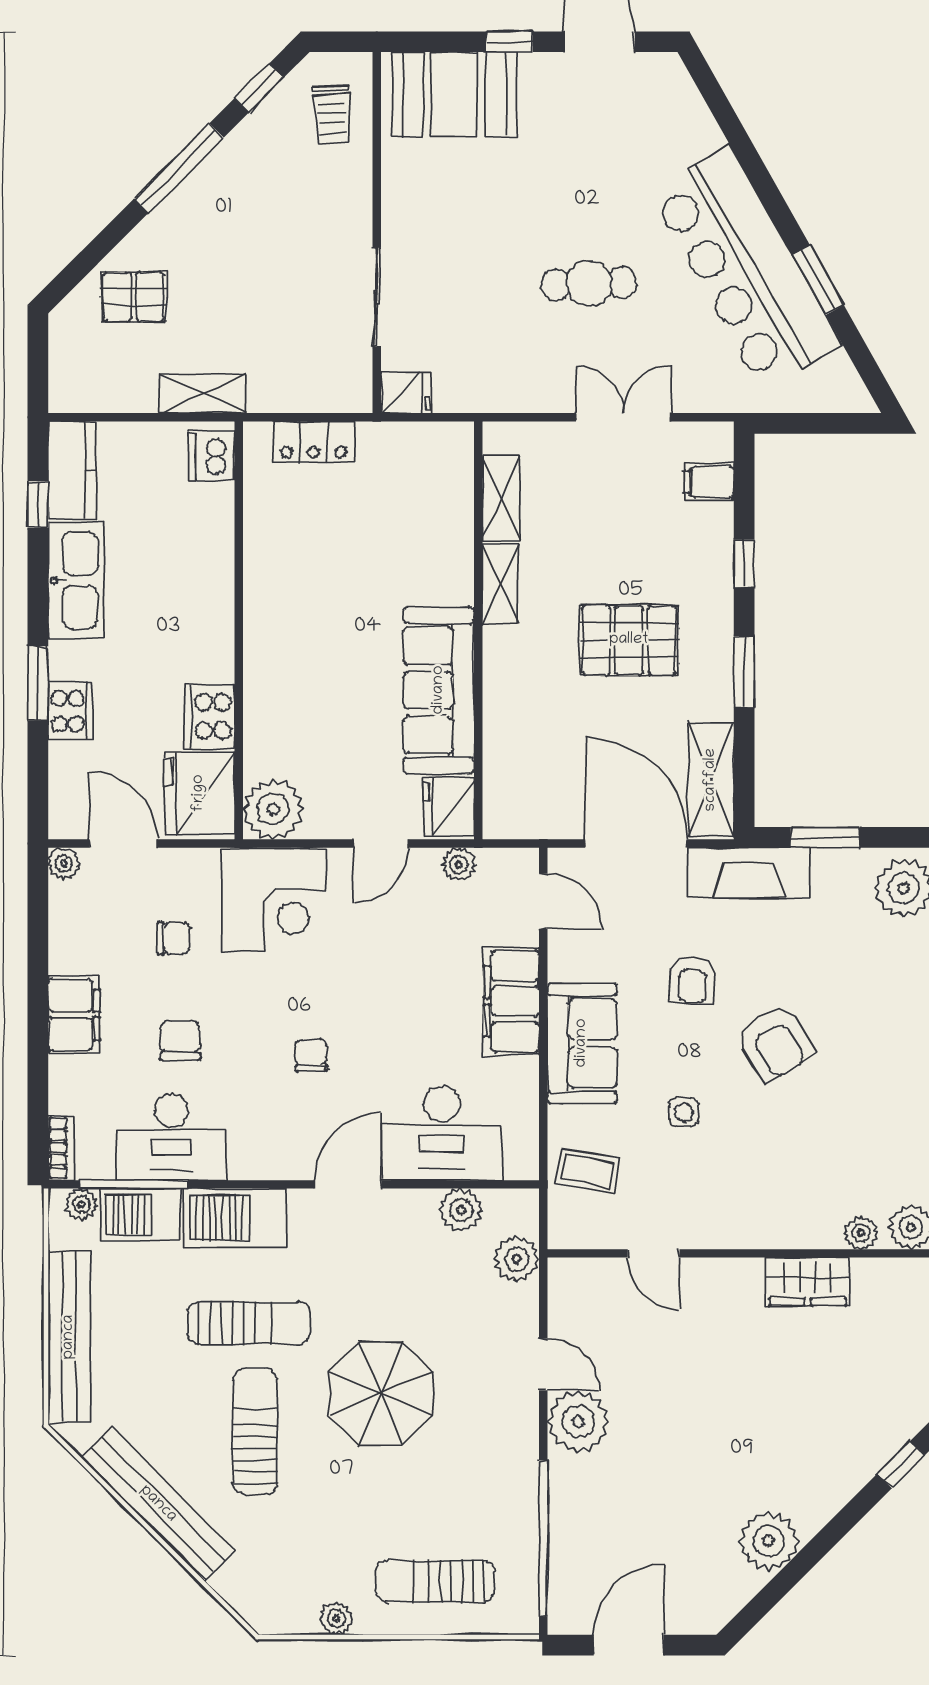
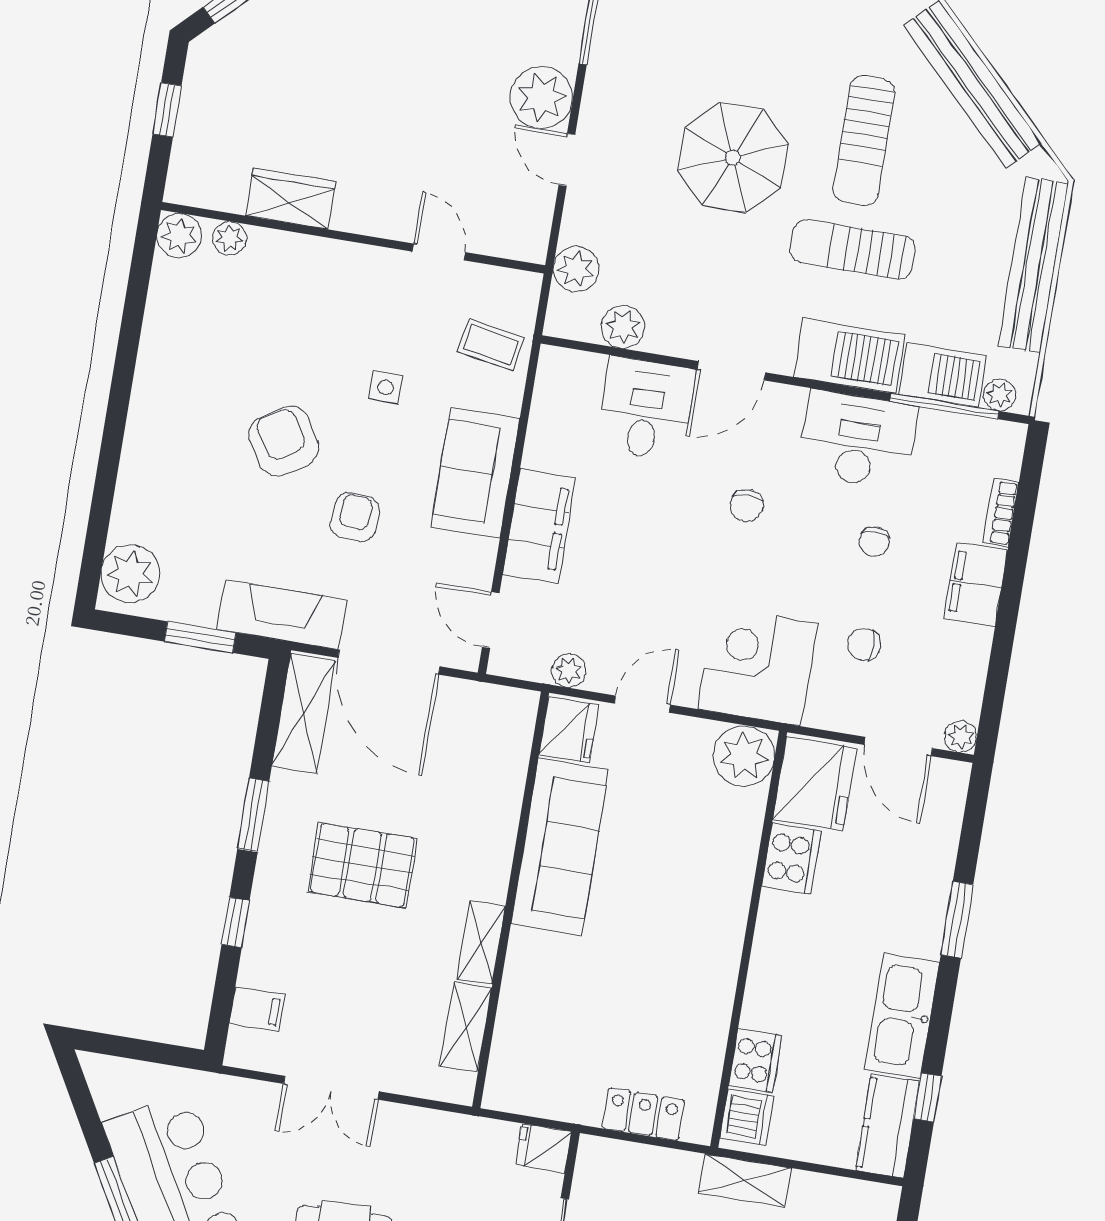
cooker: (70, 711) -> (755, 1061), moved, turned 180
chair: (180, 1040) -> (874, 542), width x0.73, depth x0.73
desk: (442, 1133) -> (646, 409), width x0.73
desk: (171, 1137) -> (858, 440), moved
bookcase: (61, 1148) -> (1001, 513), moved

